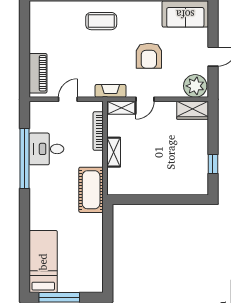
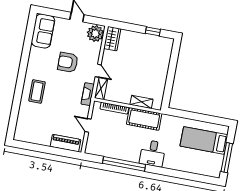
armchair: (149, 56) -> (68, 62), turned 180
desk: (46, 149) -> (153, 153), moved
shelving: (114, 152) -> (141, 102), moved
cot: (91, 190) -> (144, 119), moved
bed: (43, 262) -> (204, 140), moved

